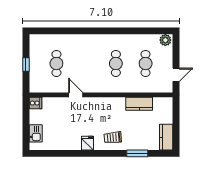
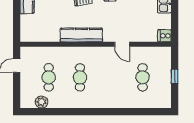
plant: (165, 40) -> (42, 102), moved
kitchen counter: (139, 104) -> (81, 35), moved, width x1.50

